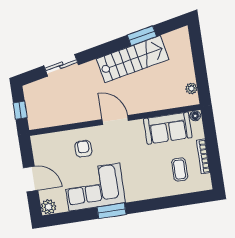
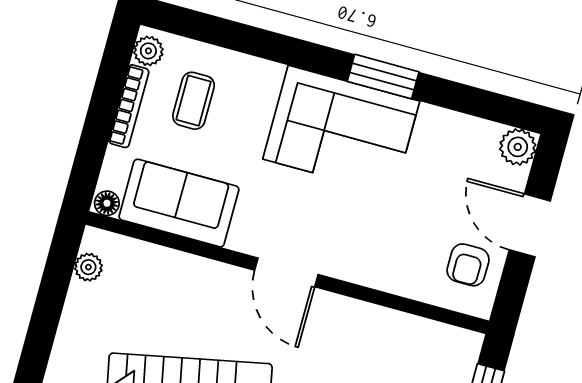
armchair: (83, 149) -> (468, 265), moved
plant: (205, 181) -> (148, 51), added
corner sofa: (94, 187) -> (341, 130), moved

